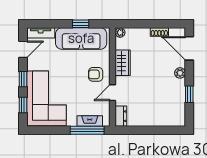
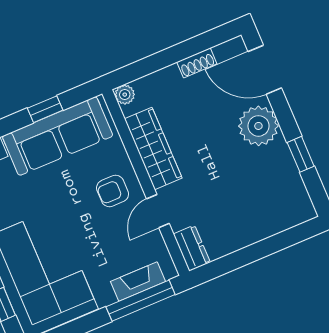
wardrobe: (123, 63) -> (153, 148), width x1.50
plant: (180, 73) -> (258, 126), width x1.88, depth x1.88

